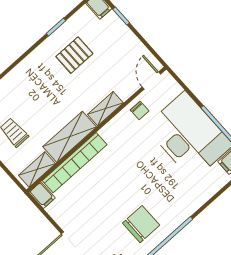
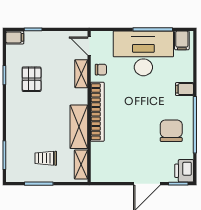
shelving: (105, 109) -> (81, 74), moved
bookcase: (75, 163) -> (97, 112), moved
filing cabinet: (42, 195) -> (185, 89), moved, turned 180

